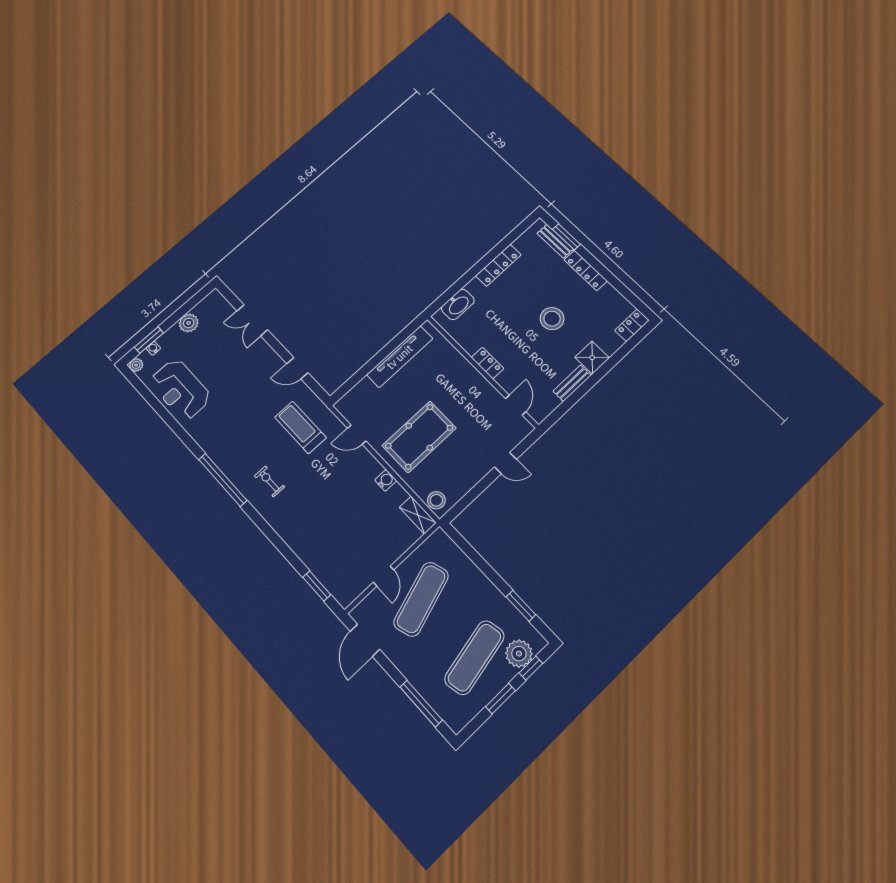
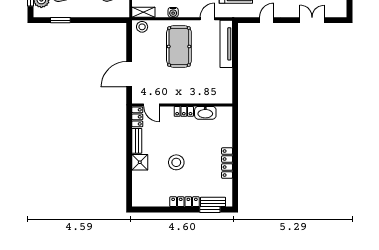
washbasin: (458, 305) -> (205, 113), moved, turned -90
locker: (632, 325) -> (137, 117), moved
tv unit: (400, 357) -> (226, 44), moved
door: (506, 463) -> (129, 74), width x1.87

